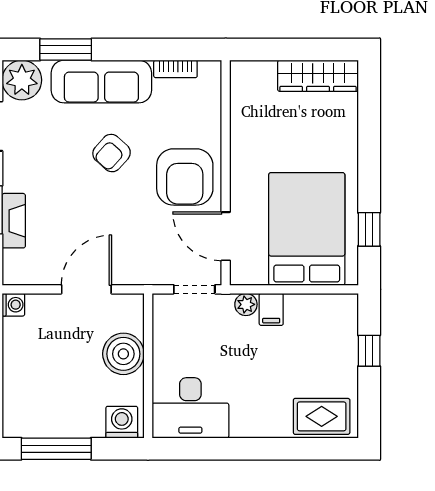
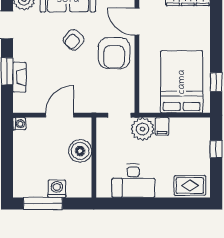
door: (226, 236) -> (137, 22), moved
plant: (246, 304) -> (143, 129), width x1.88, depth x1.88
desk: (190, 408) -> (133, 181), moved
washing machine: (122, 422) -> (57, 189), moved

